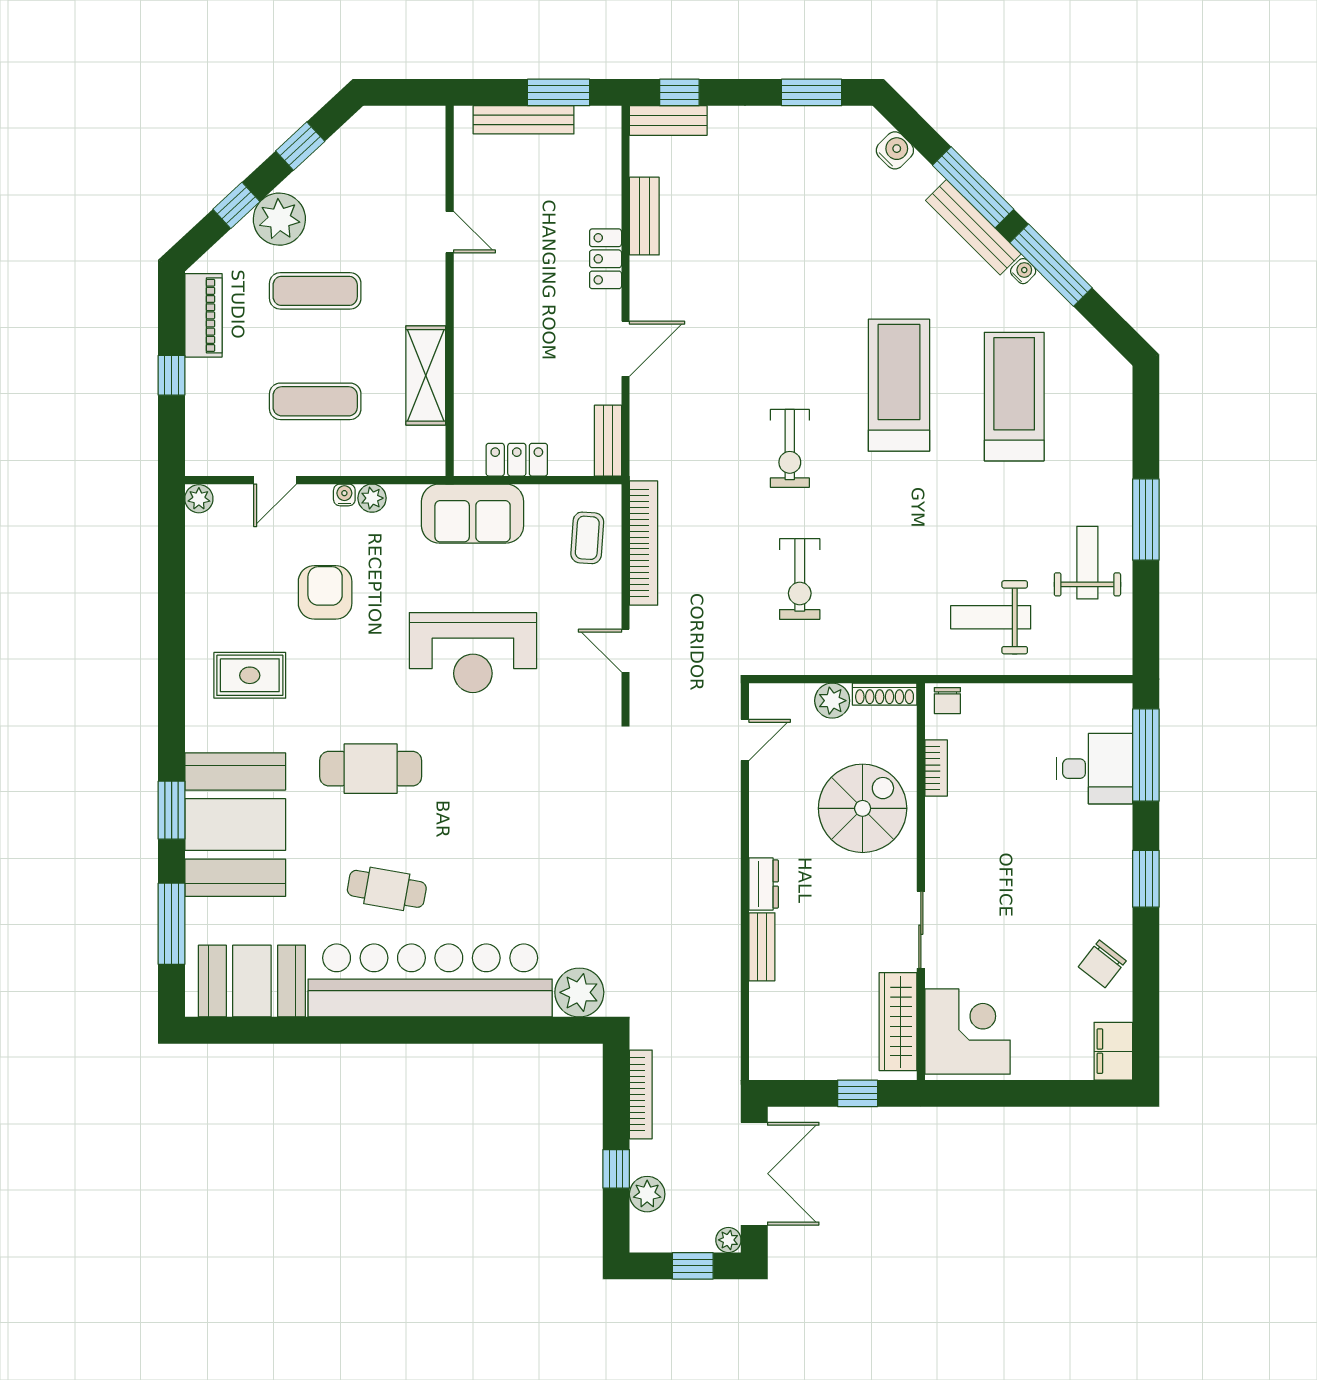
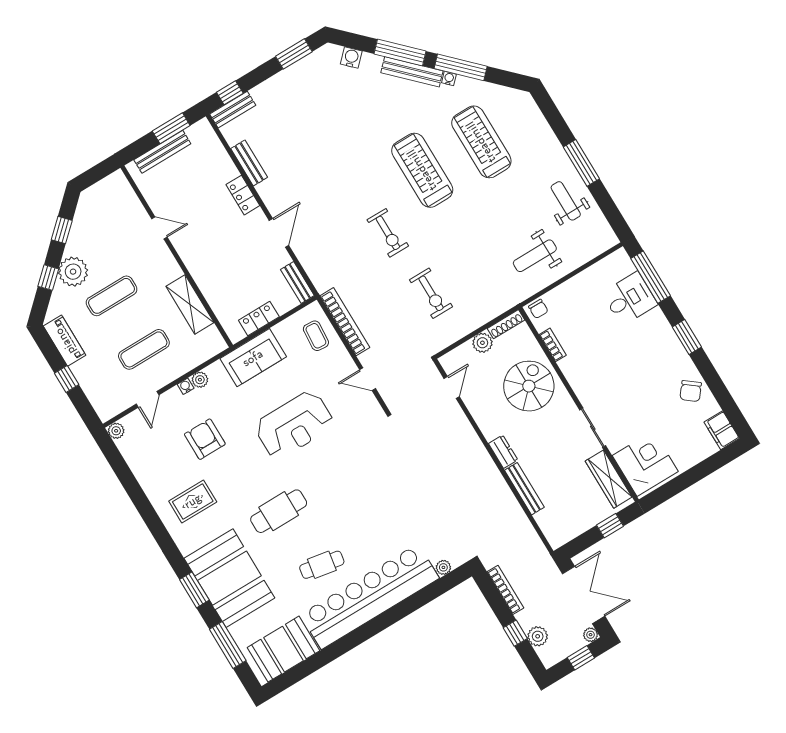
bench: (762, 947) -> (524, 489), width x1.36
plant: (579, 992) -> (443, 567), width x0.53, depth x0.53

